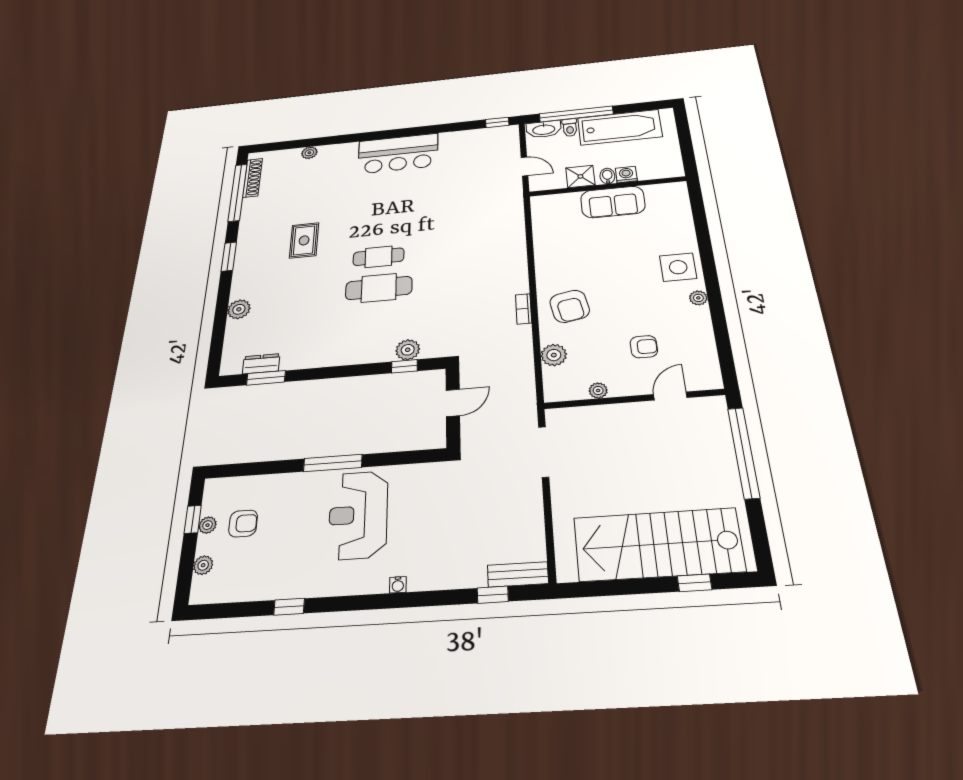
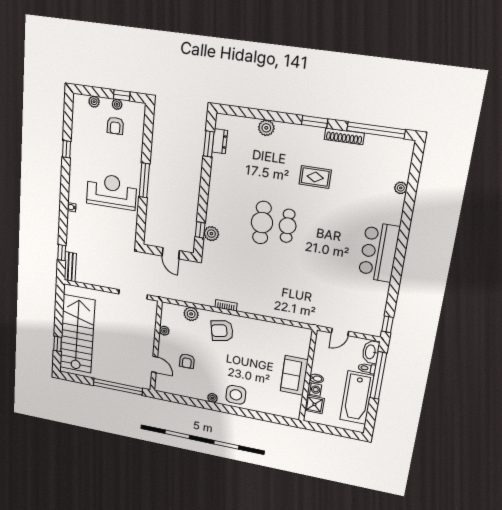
shower: (580, 176) -> (314, 404), moved
shoe rack: (253, 178) -> (344, 136), moved

